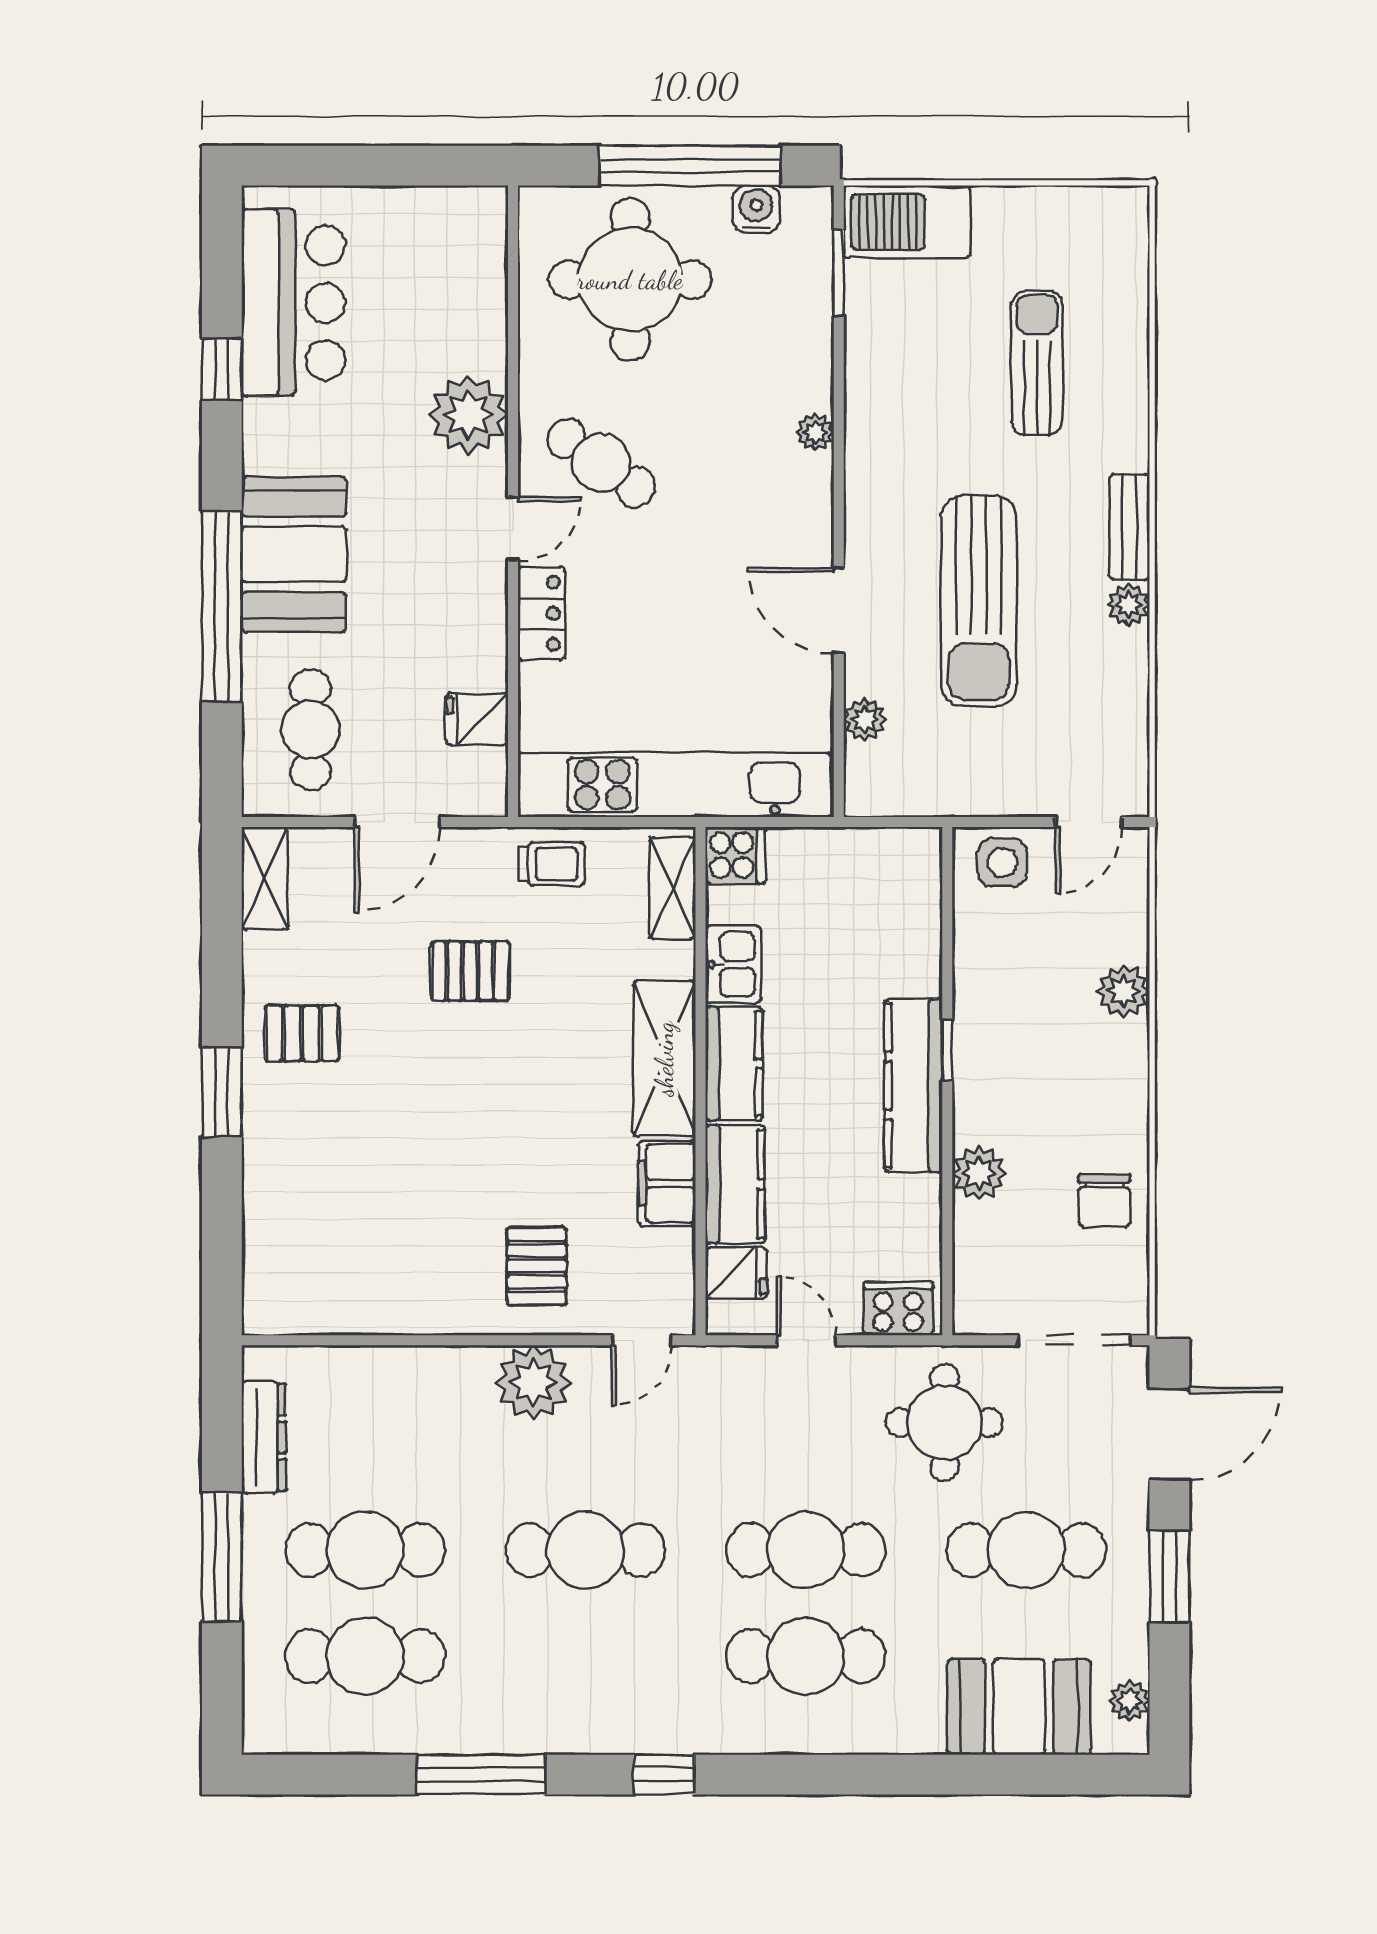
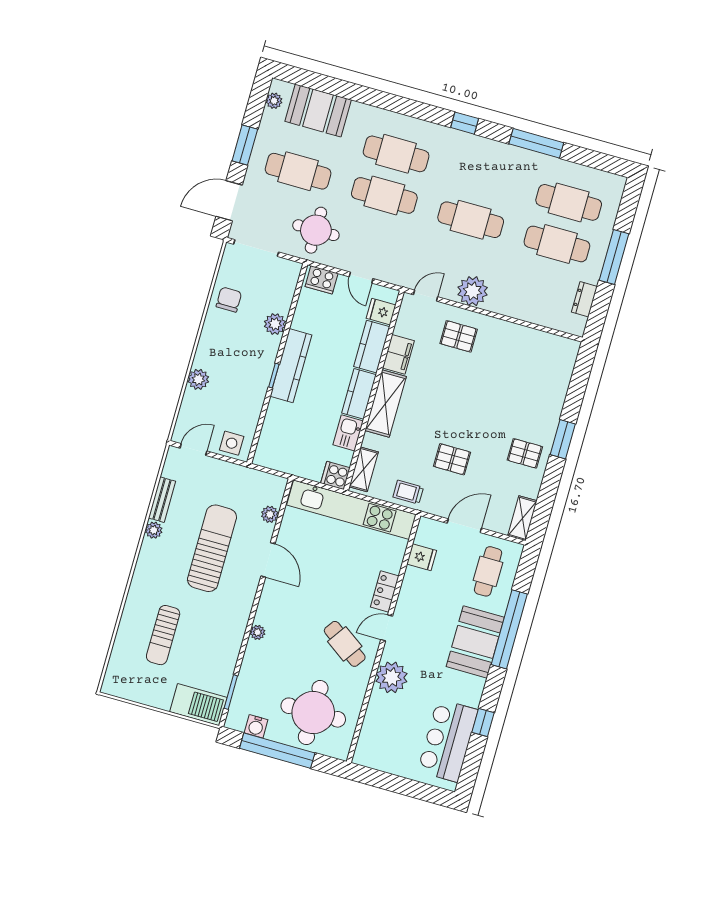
bench: (1129, 527) -> (162, 500), moved
pallet: (537, 1266) -> (459, 336), turned 90
dresser: (264, 1437) -> (584, 299), width x0.70

